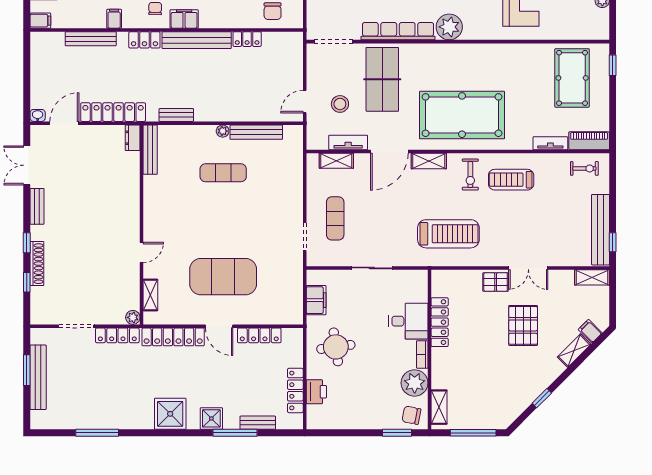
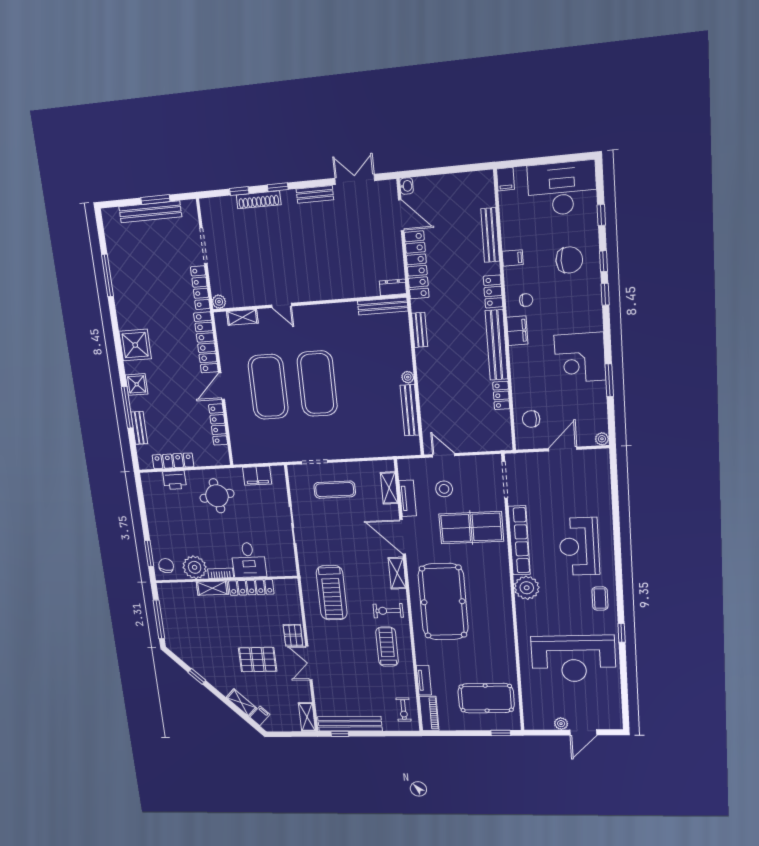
exercise mat: (223, 173) -> (317, 384), moved, width x2.00, depth x1.45
shelving: (439, 407) -> (212, 588), moved

